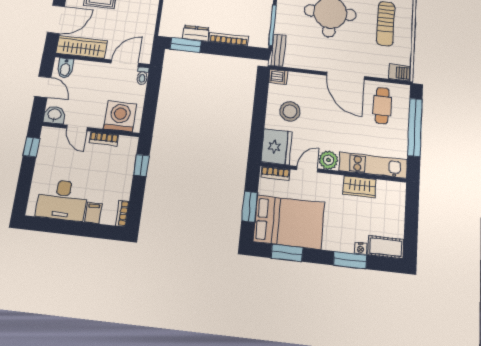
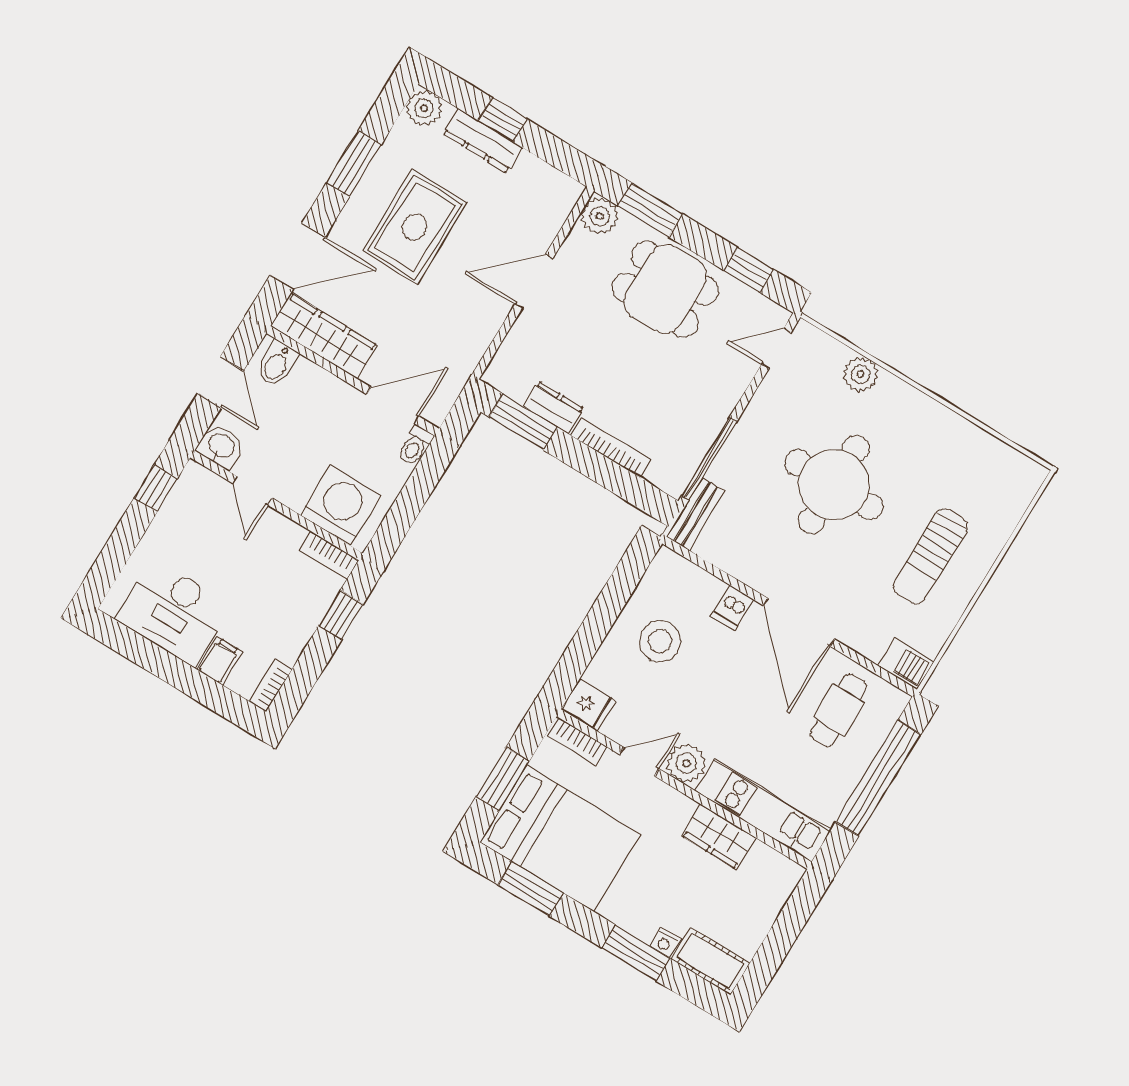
dishwasher: (278, 77) -> (732, 608), moved, turned 90
bookcase: (104, 139) -> (329, 555), moved
fridge: (277, 147) -> (589, 705), width x0.53, depth x0.75

